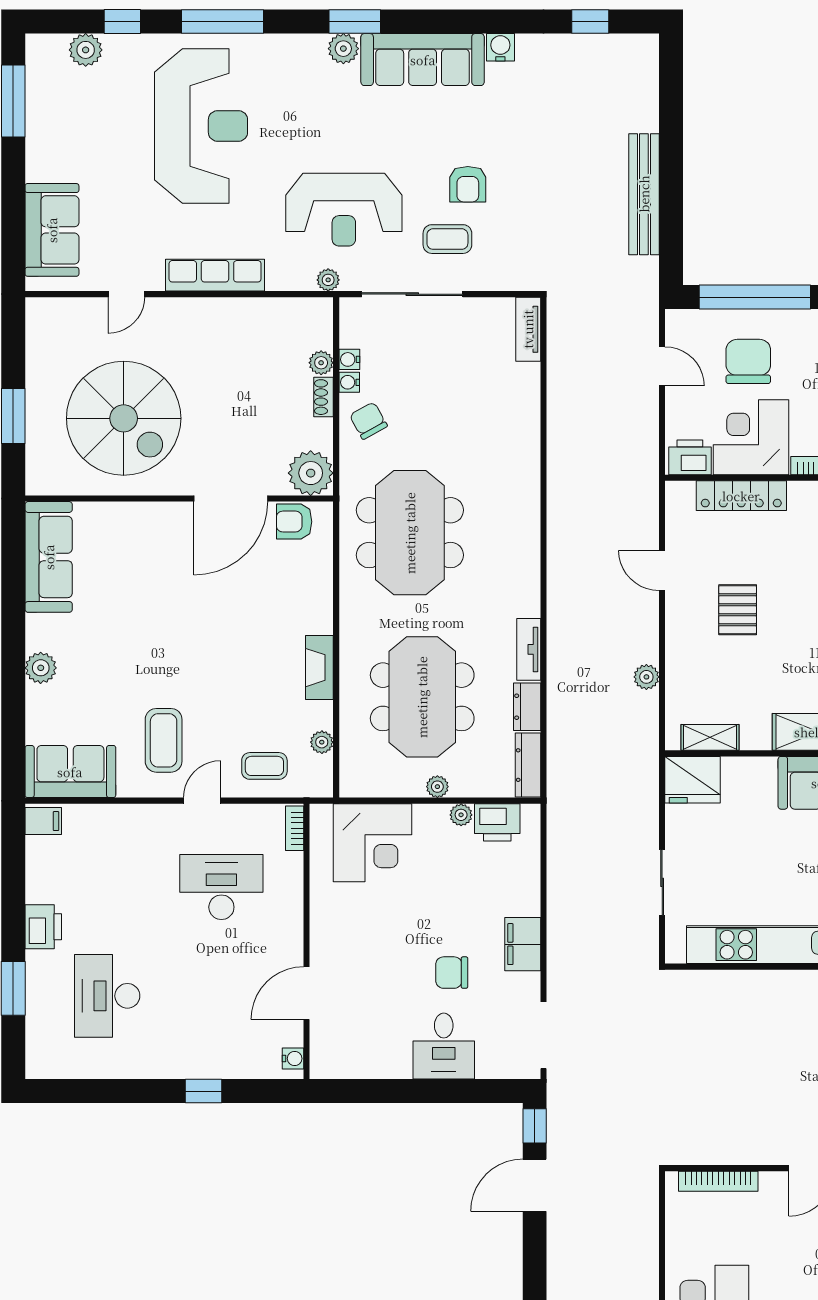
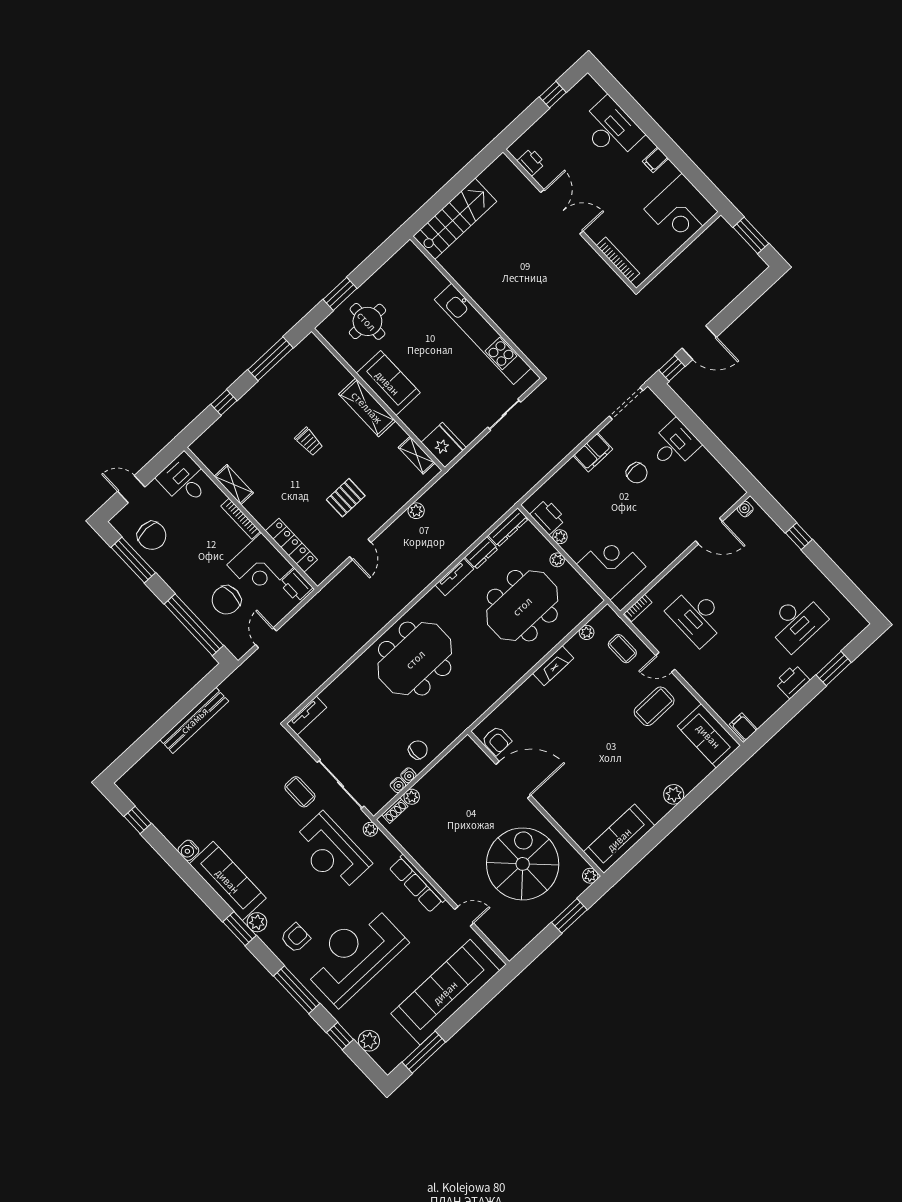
armchair: (468, 184) -> (295, 938), moved
reception desk: (344, 210) -> (331, 852), turned 180
sofa: (52, 230) -> (445, 992), width x1.85, depth x1.27
shoe rack: (324, 397) -> (395, 810), moved
chair: (368, 421) -> (418, 750), turned -148
plant: (311, 473) -> (590, 876), moved, width x0.53, depth x0.53
meeting table: (410, 533) -> (415, 659), moved

